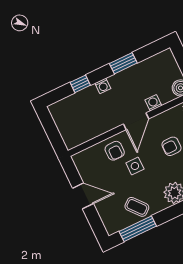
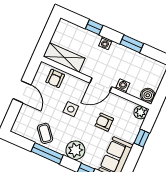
shelving: (84, 133) -> (64, 57), added
armchair: (115, 151) -> (55, 78), moved
window: (138, 229) -> (47, 153), moved

